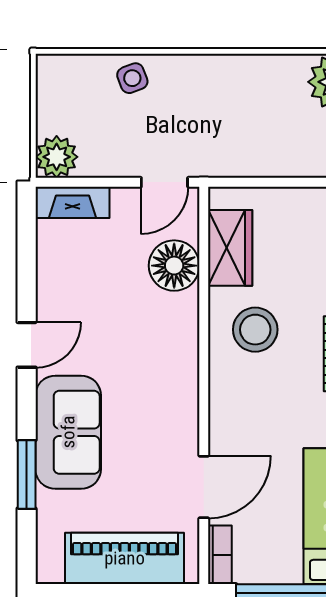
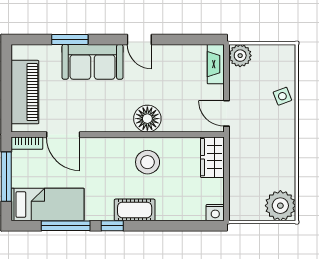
wardrobe: (230, 248) -> (212, 157), moved, turned 90
floor lamp: (174, 266) -> (147, 119), moved

